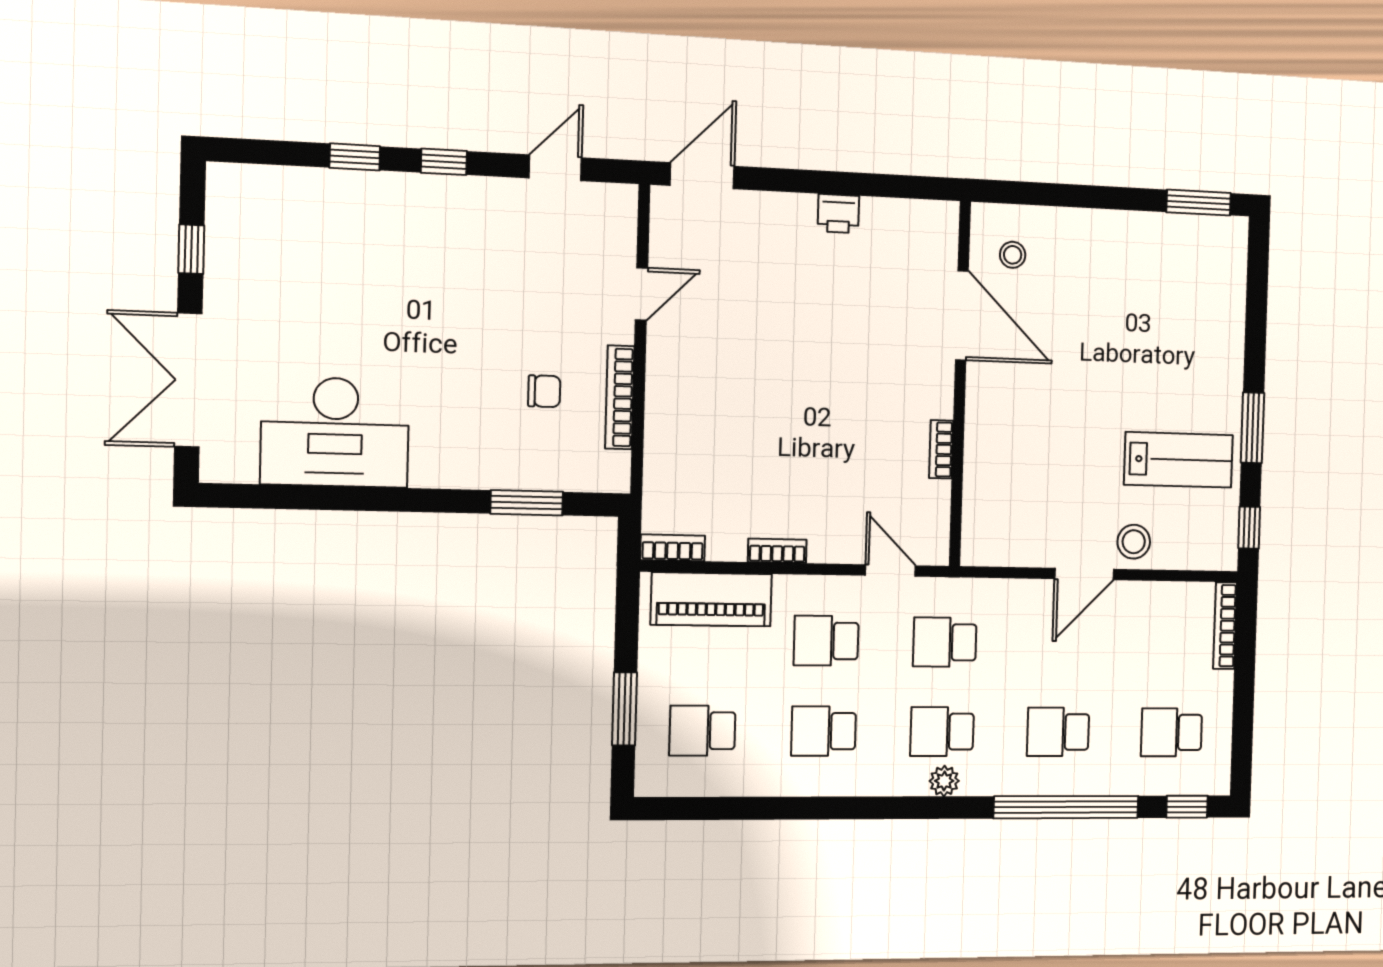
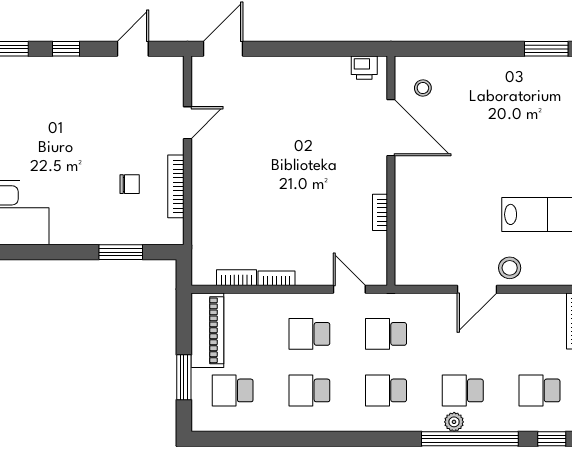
printer: (838, 214) -> (364, 68), moved
bookcase: (673, 548) -> (236, 278), moved
piano: (711, 599) -> (207, 330), moved, turned -90
plant: (944, 781) -> (454, 422), moved

